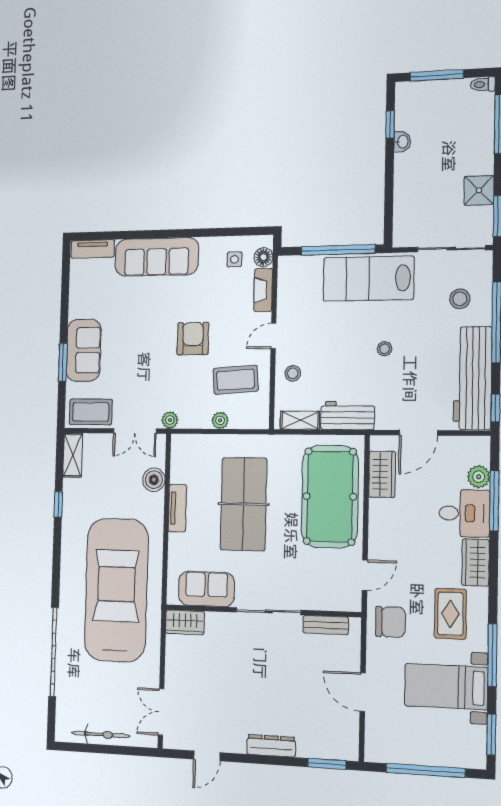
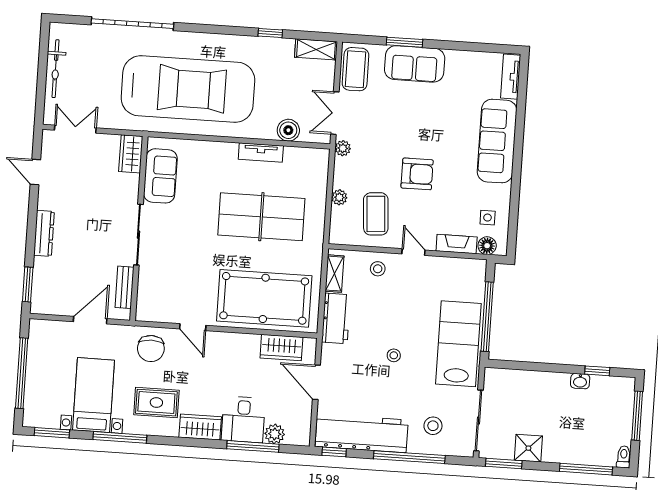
sofa: (206, 589) -> (160, 176), moved
wall: (262, 611) -> (139, 228), moved
sliding door: (269, 611) -> (138, 235), moved
wardrobe: (185, 622) -> (131, 154), moved
bench: (326, 625) -> (125, 287), moved

